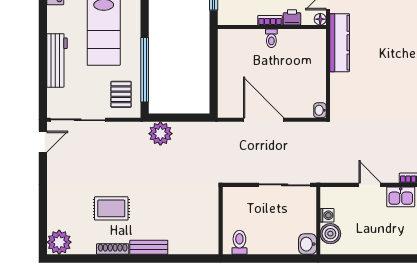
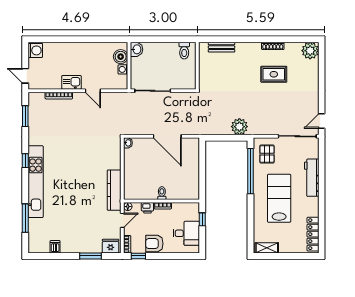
bench: (149, 247) -> (222, 47), moved

